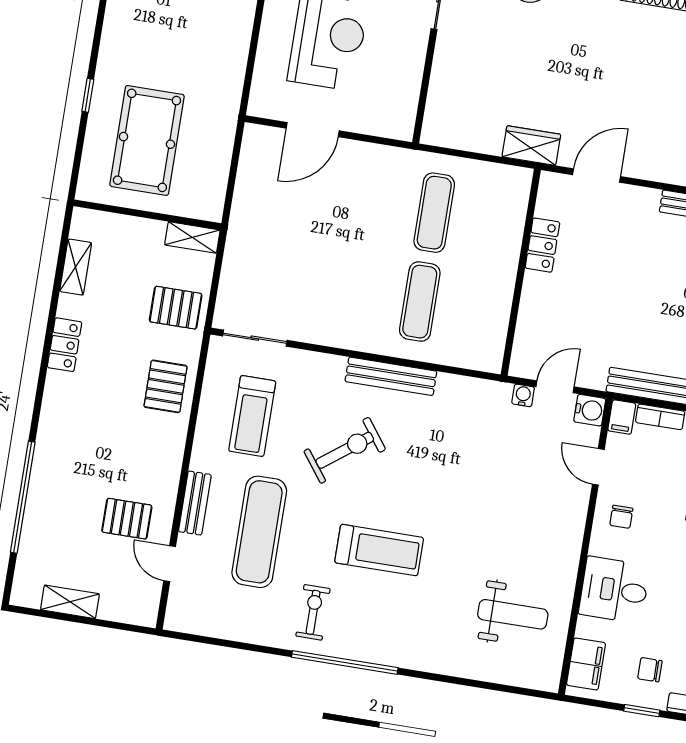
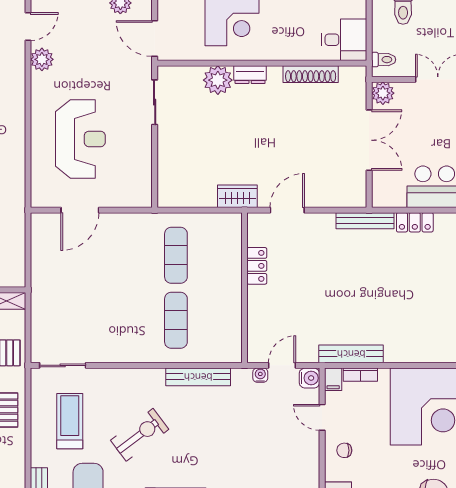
bench: (391, 376) -> (198, 377), moved
treadmill: (252, 416) -> (70, 421), turned 180
chair: (621, 517) -> (344, 450), turned 90

